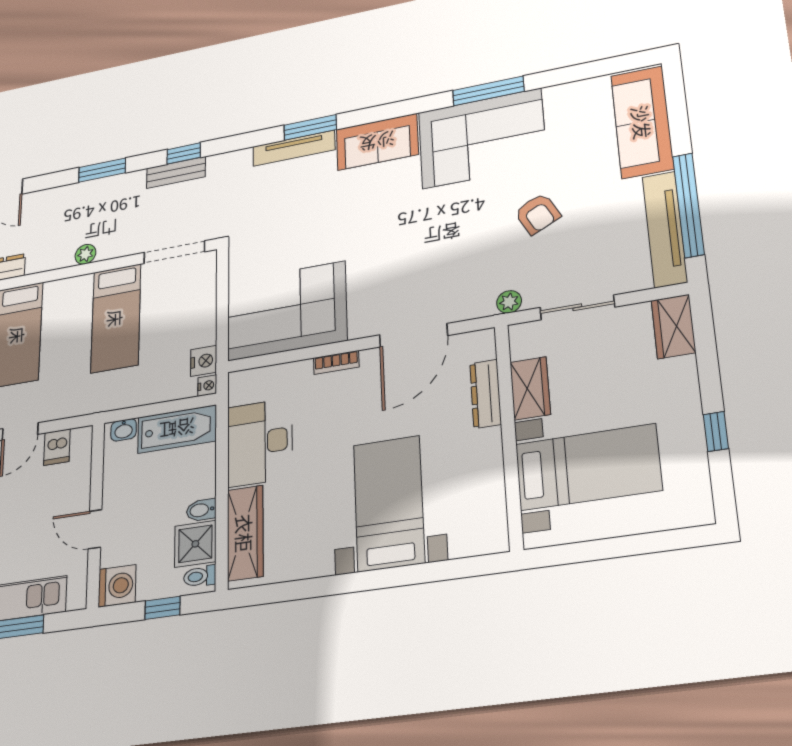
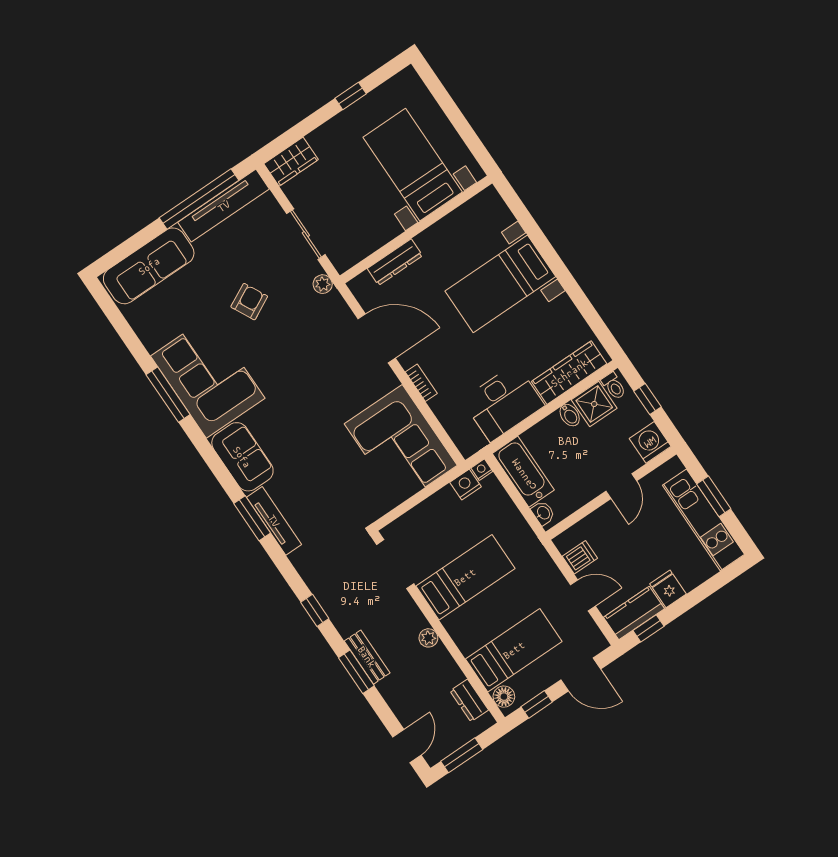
bench: (176, 173) -> (367, 657), moved
wardrobe: (530, 388) -> (377, 234), removed

